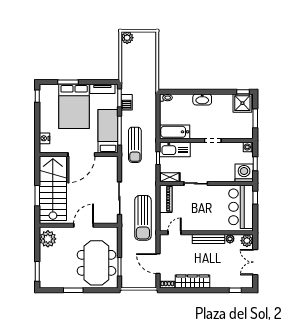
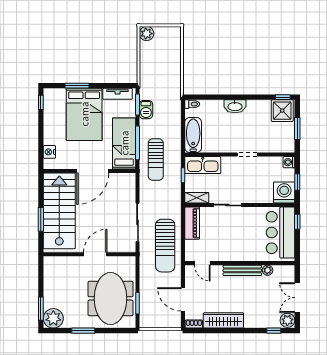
bathtub: (175, 132) -> (193, 135), moved, turned 90
door: (175, 233) -> (202, 263), swing flipped
plant: (48, 239) -> (53, 318), moved
plant: (247, 241) -> (287, 320), moved

